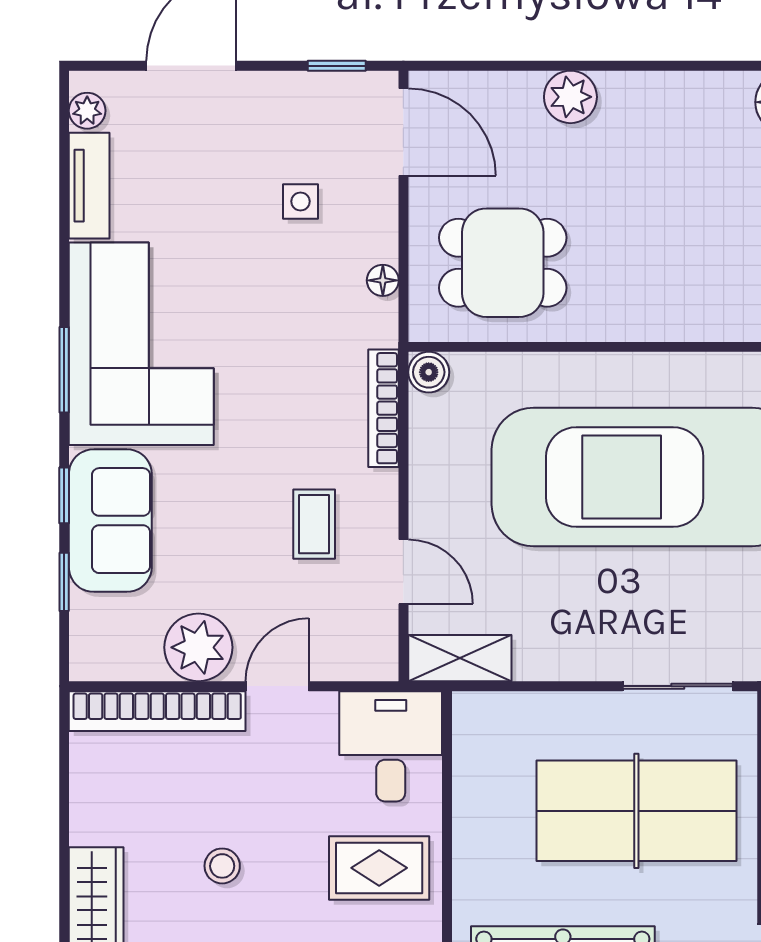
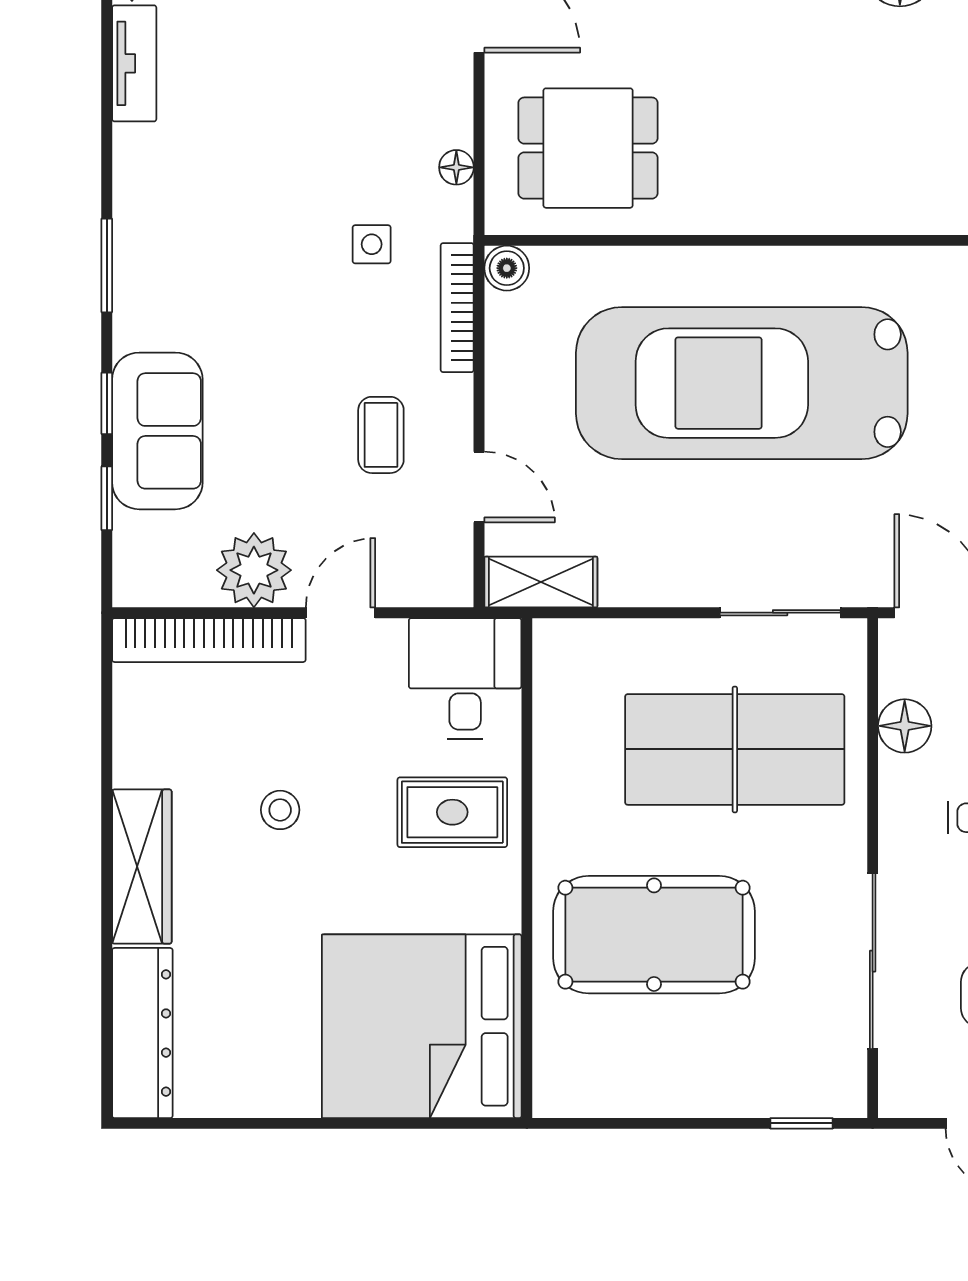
side table: (301, 201) -> (372, 244), moved
corner sofa: (141, 344) -> (191, 237), removed

